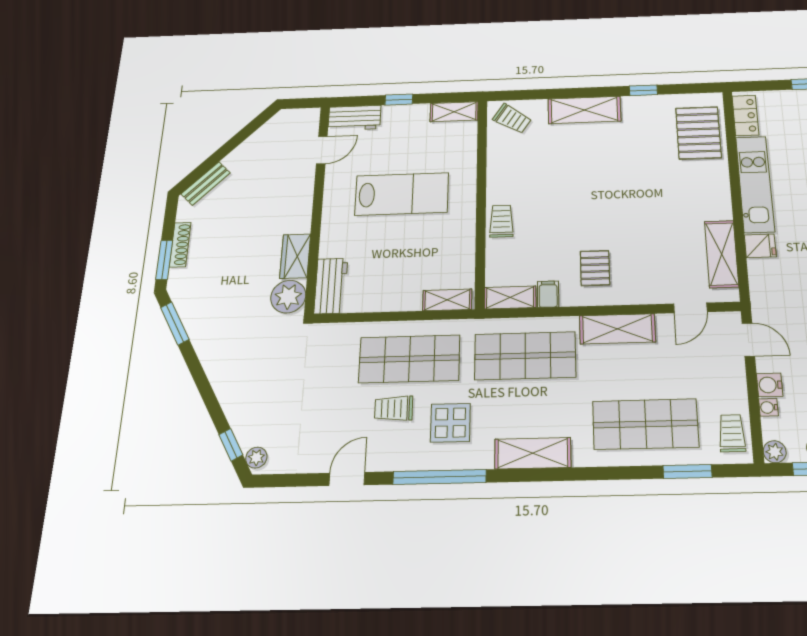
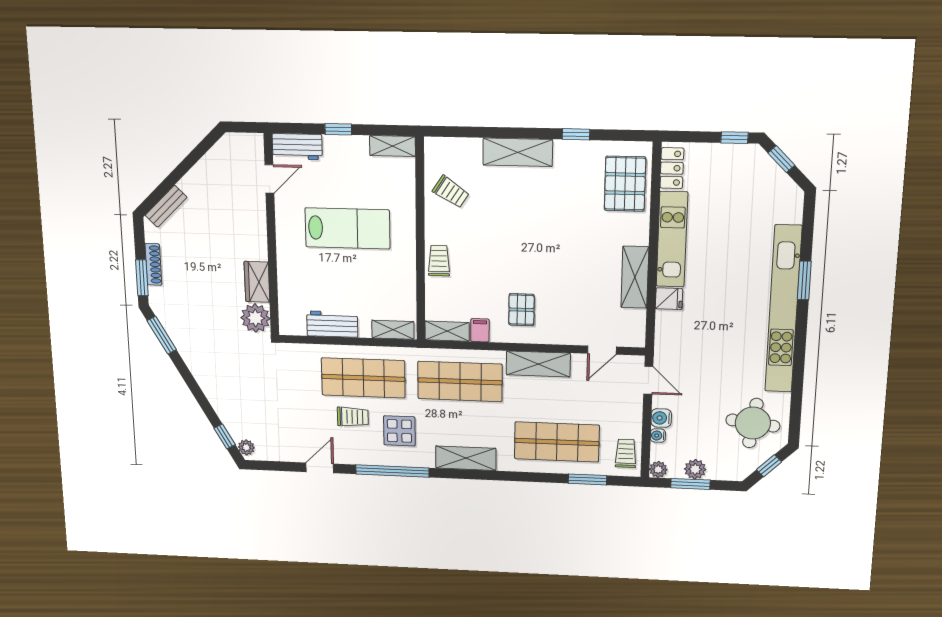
trolley: (512, 119) -> (451, 192), moved
shelving: (722, 254) -> (635, 277), moved
workbench: (331, 286) -> (332, 324), moved, turned -90
trolley: (394, 408) -> (353, 417), turned 180

